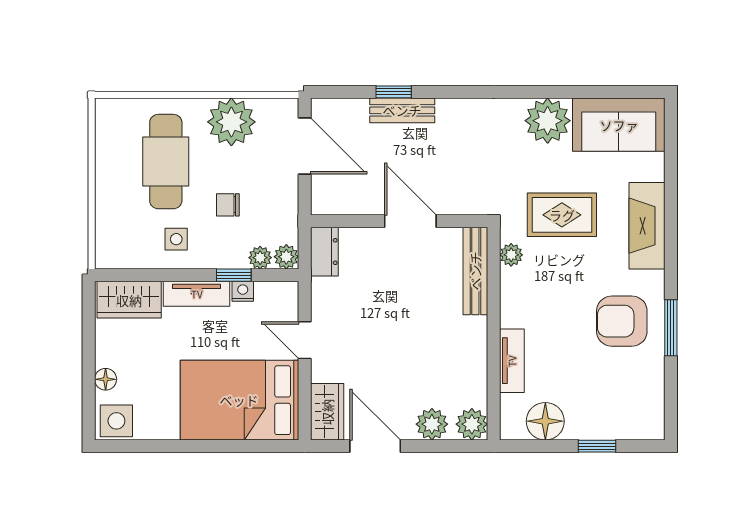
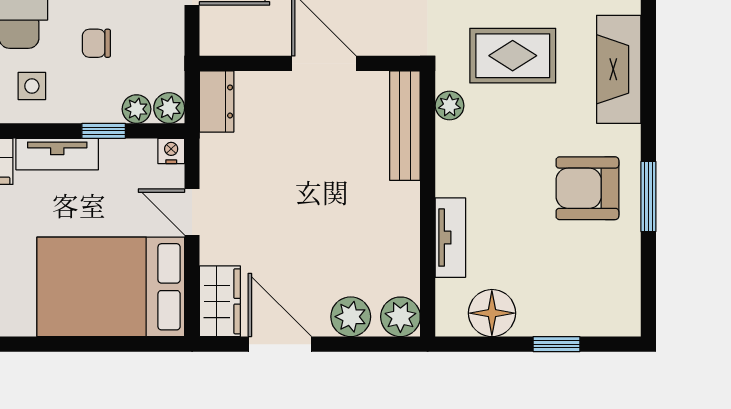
nightstand: (243, 291) -> (171, 151), moved

